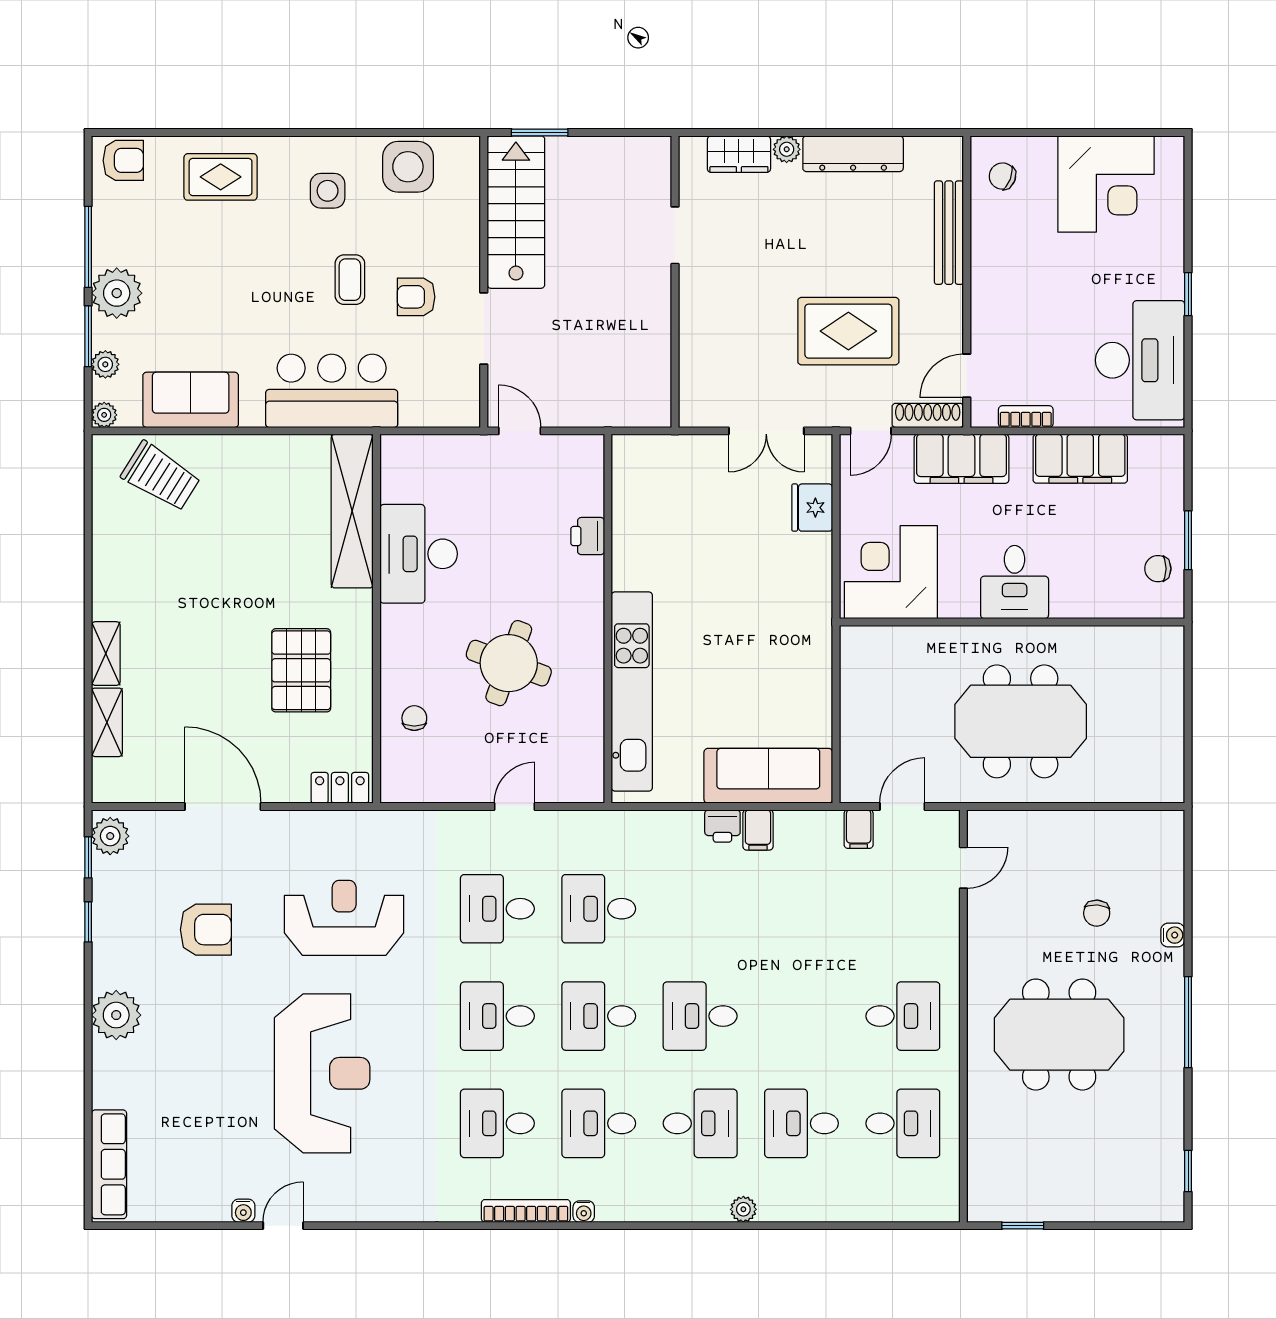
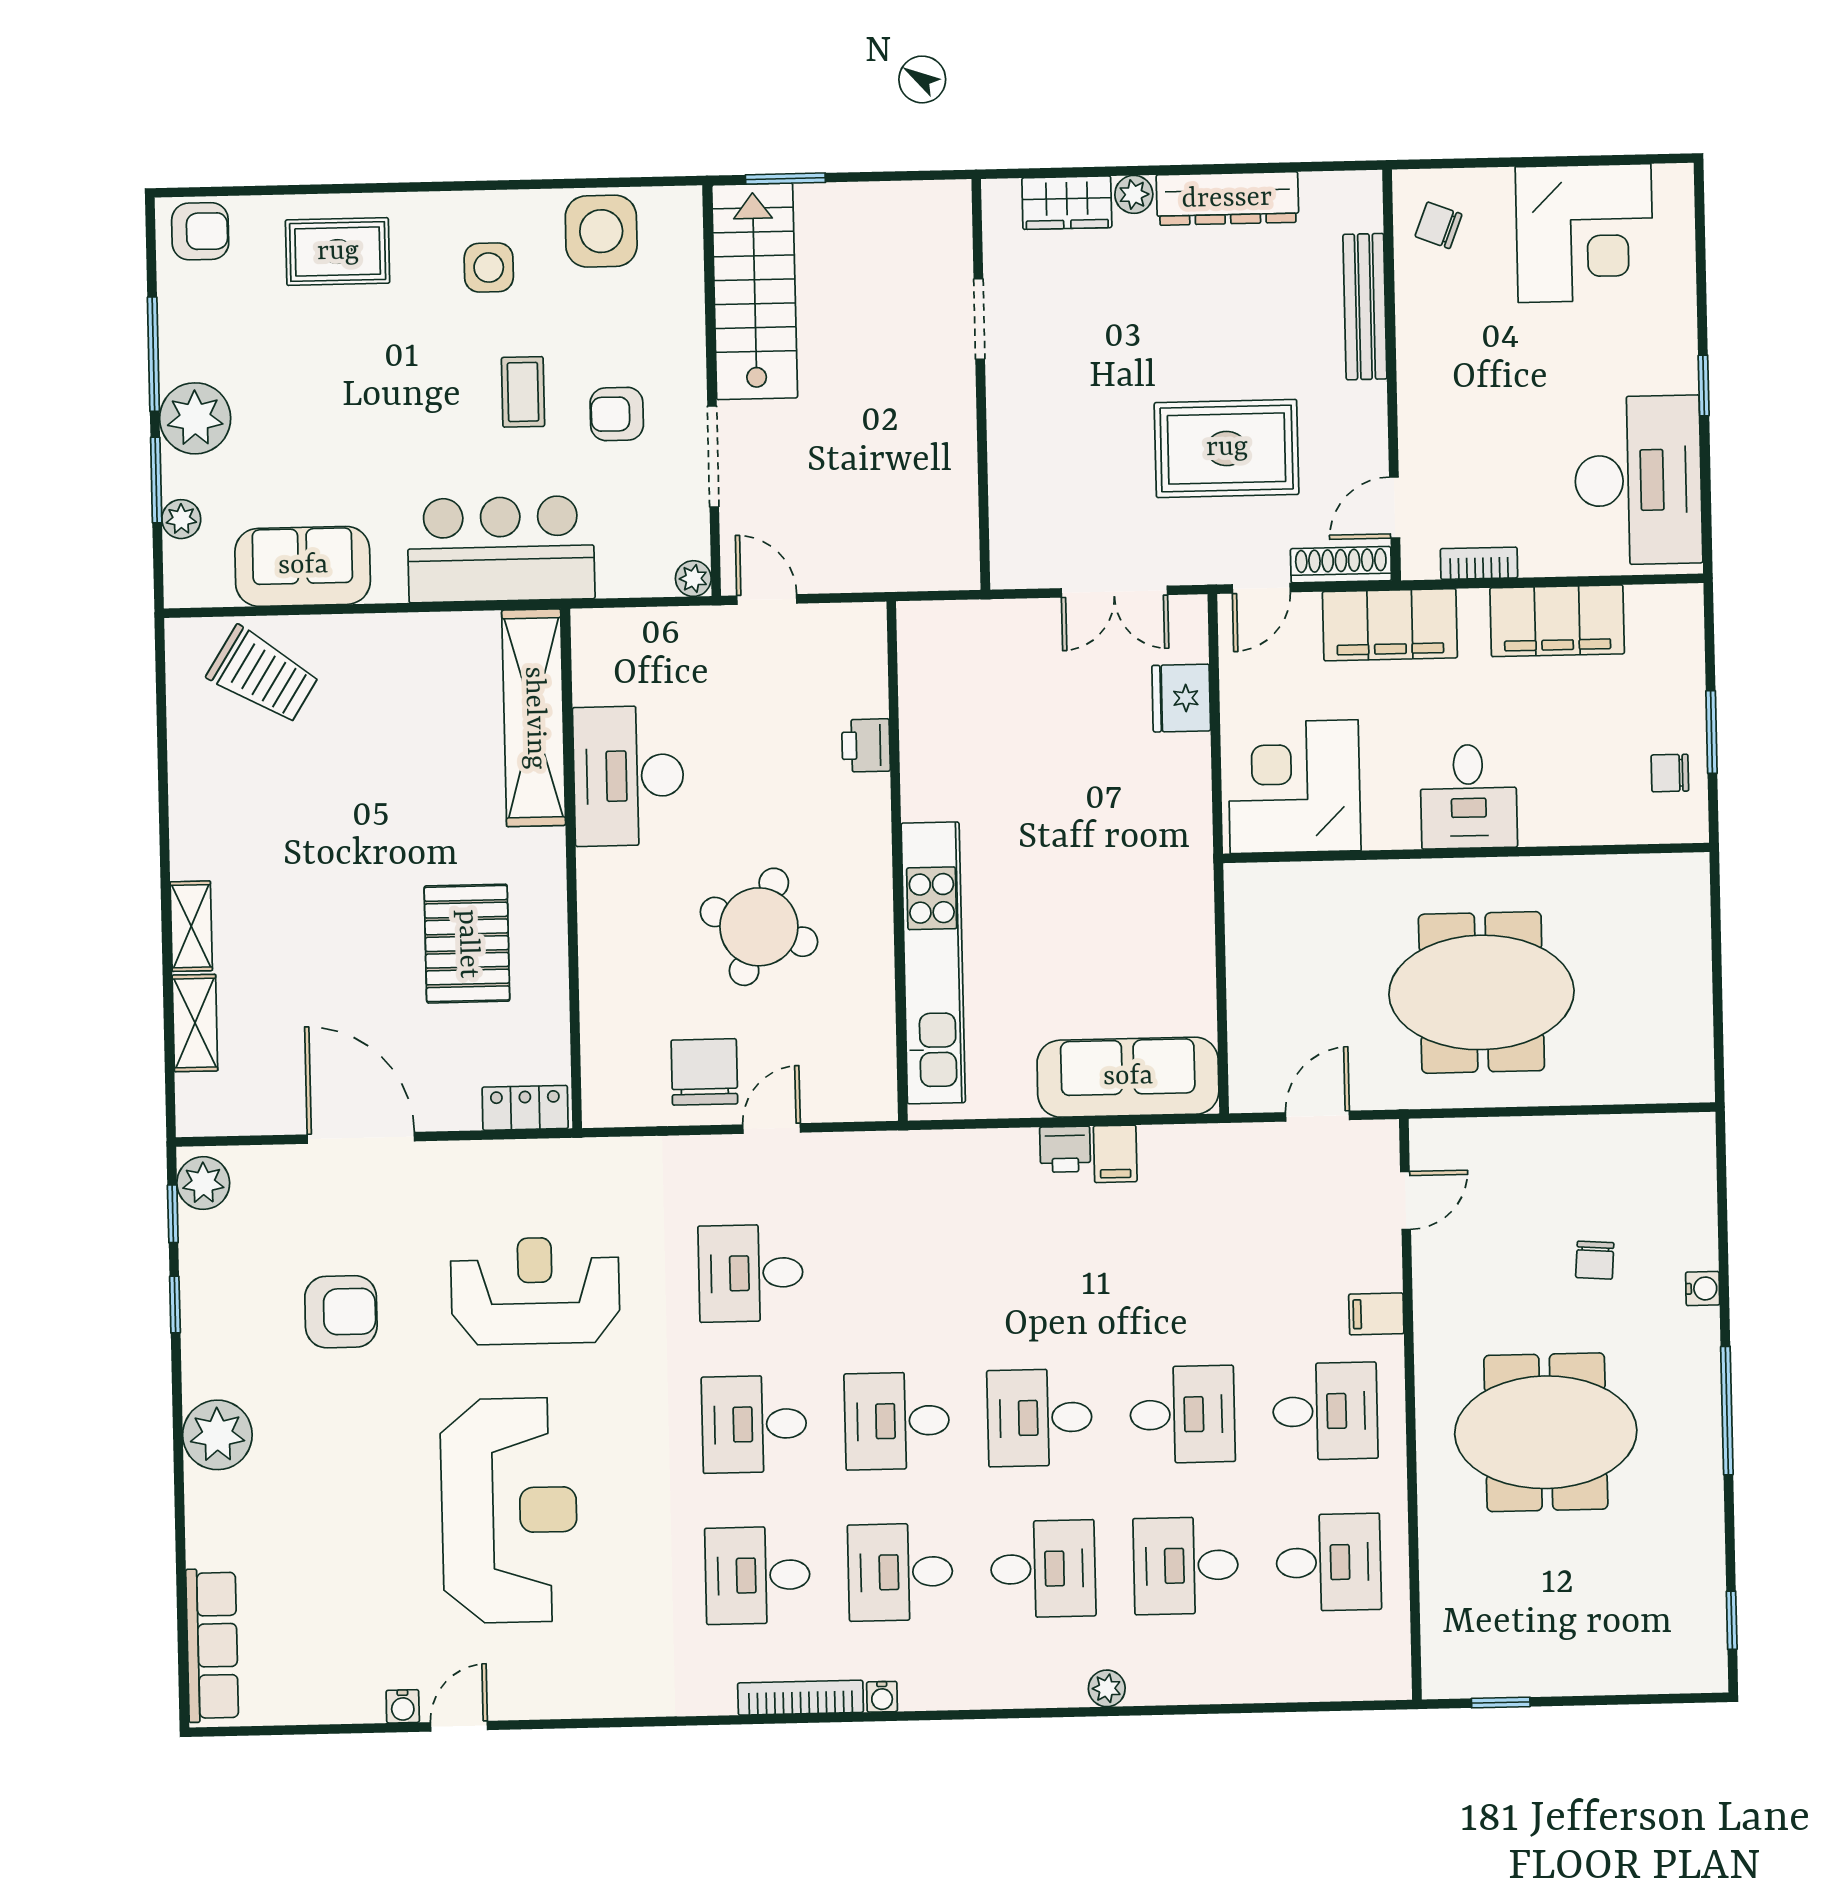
plant: (104, 415) -> (693, 579), moved
chair: (414, 718) -> (704, 1072), moved, width x1.87, depth x1.87
filing cabinet: (859, 829) -> (1376, 1314), moved, turned 90
desk: (599, 909) -> (1182, 1414), moved, turned 180

